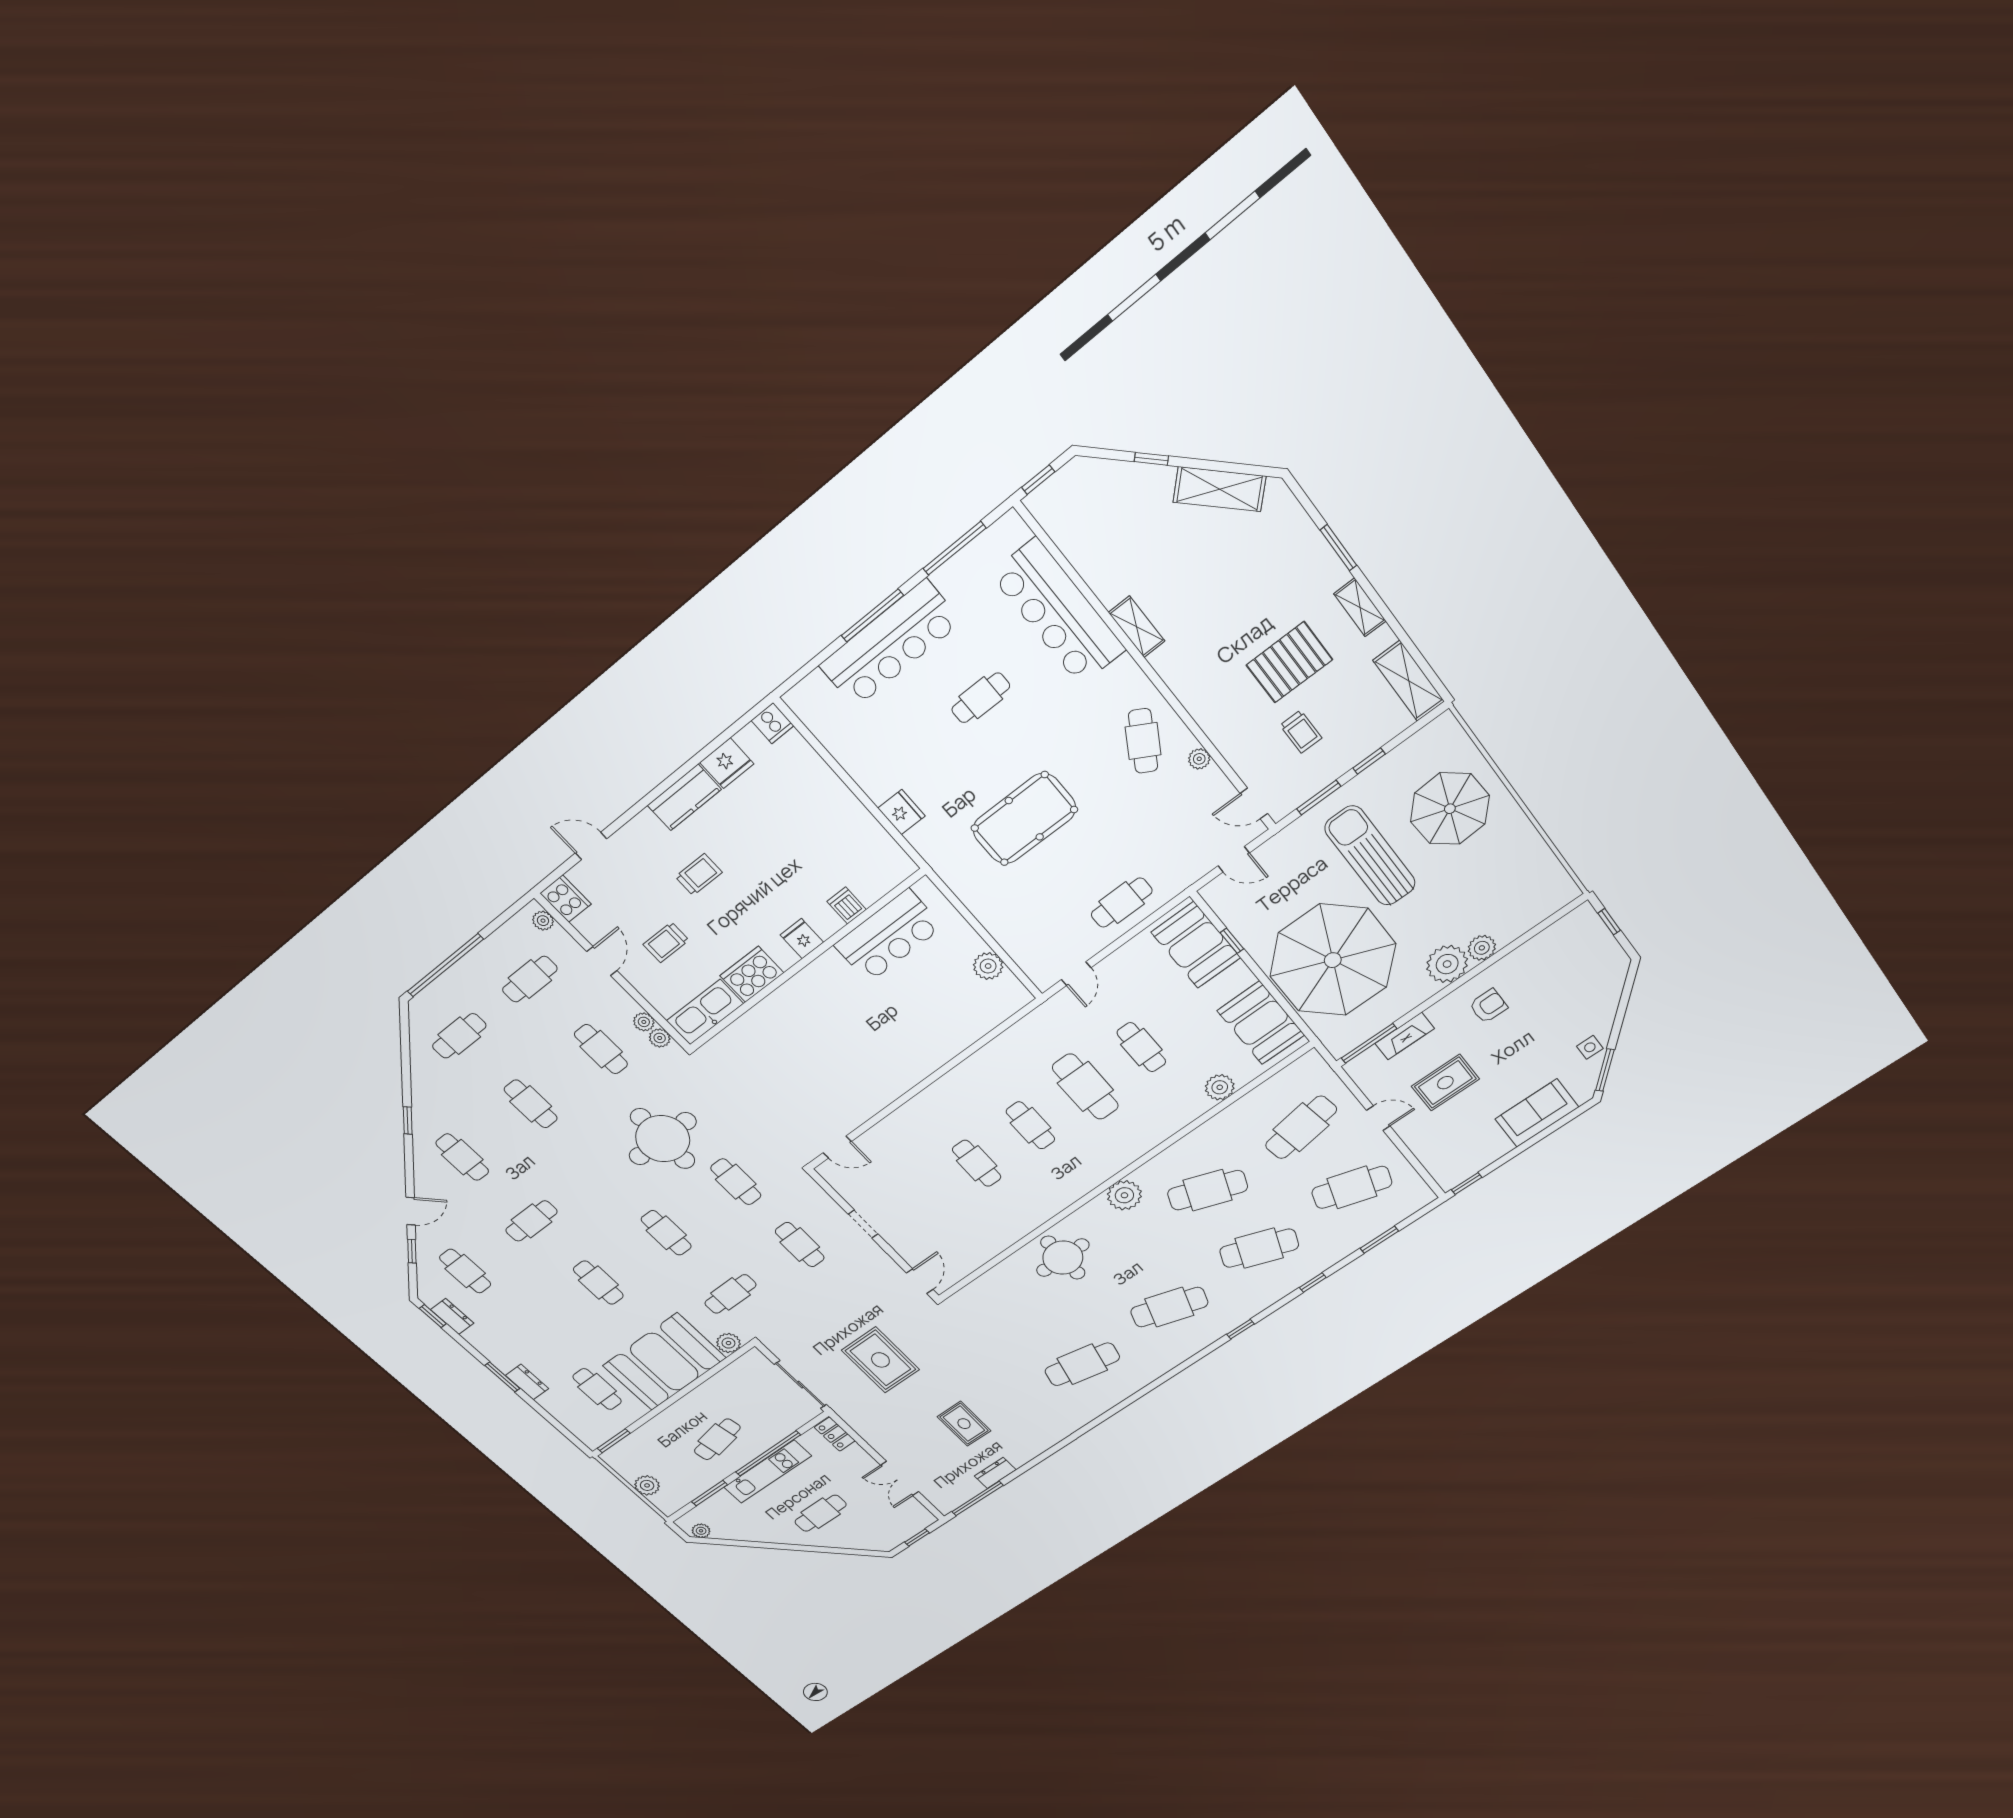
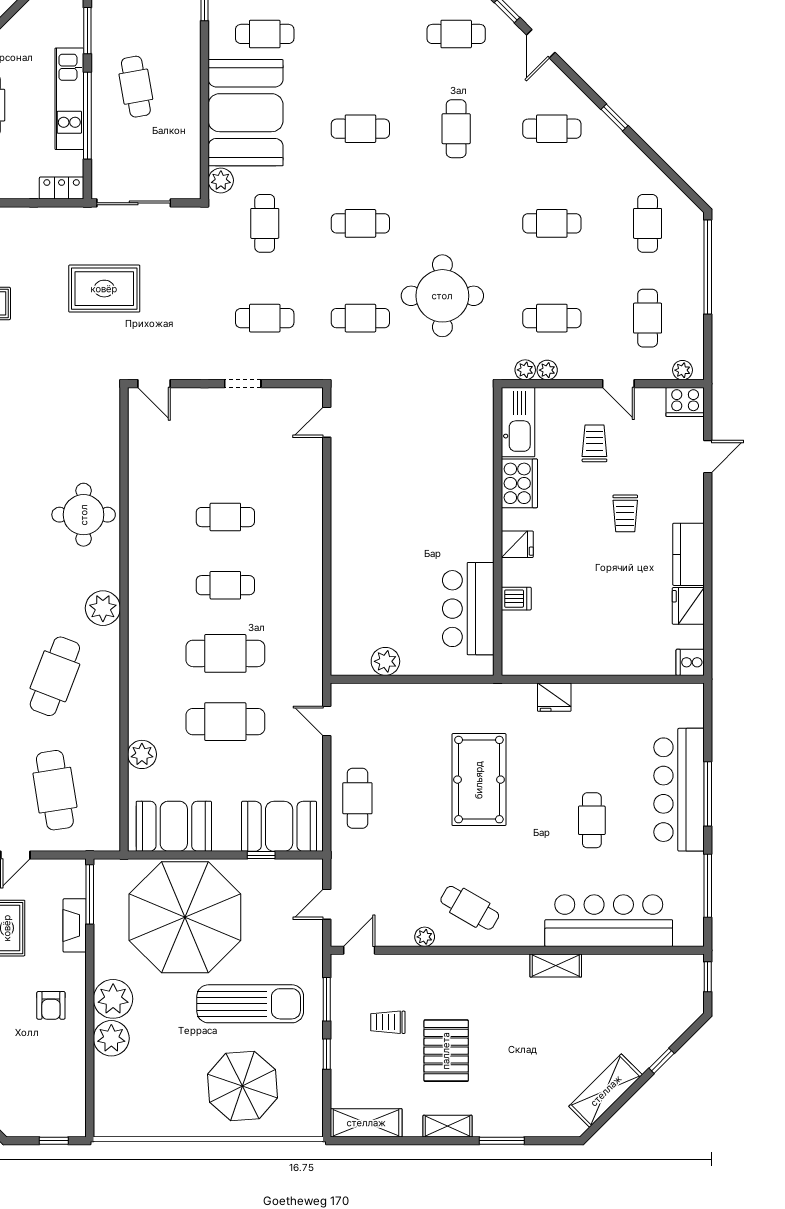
plant: (1482, 948) -> (111, 1038), width x1.36, depth x1.36
cafe table: (1141, 1047) -> (225, 722), width x1.37, depth x1.35

